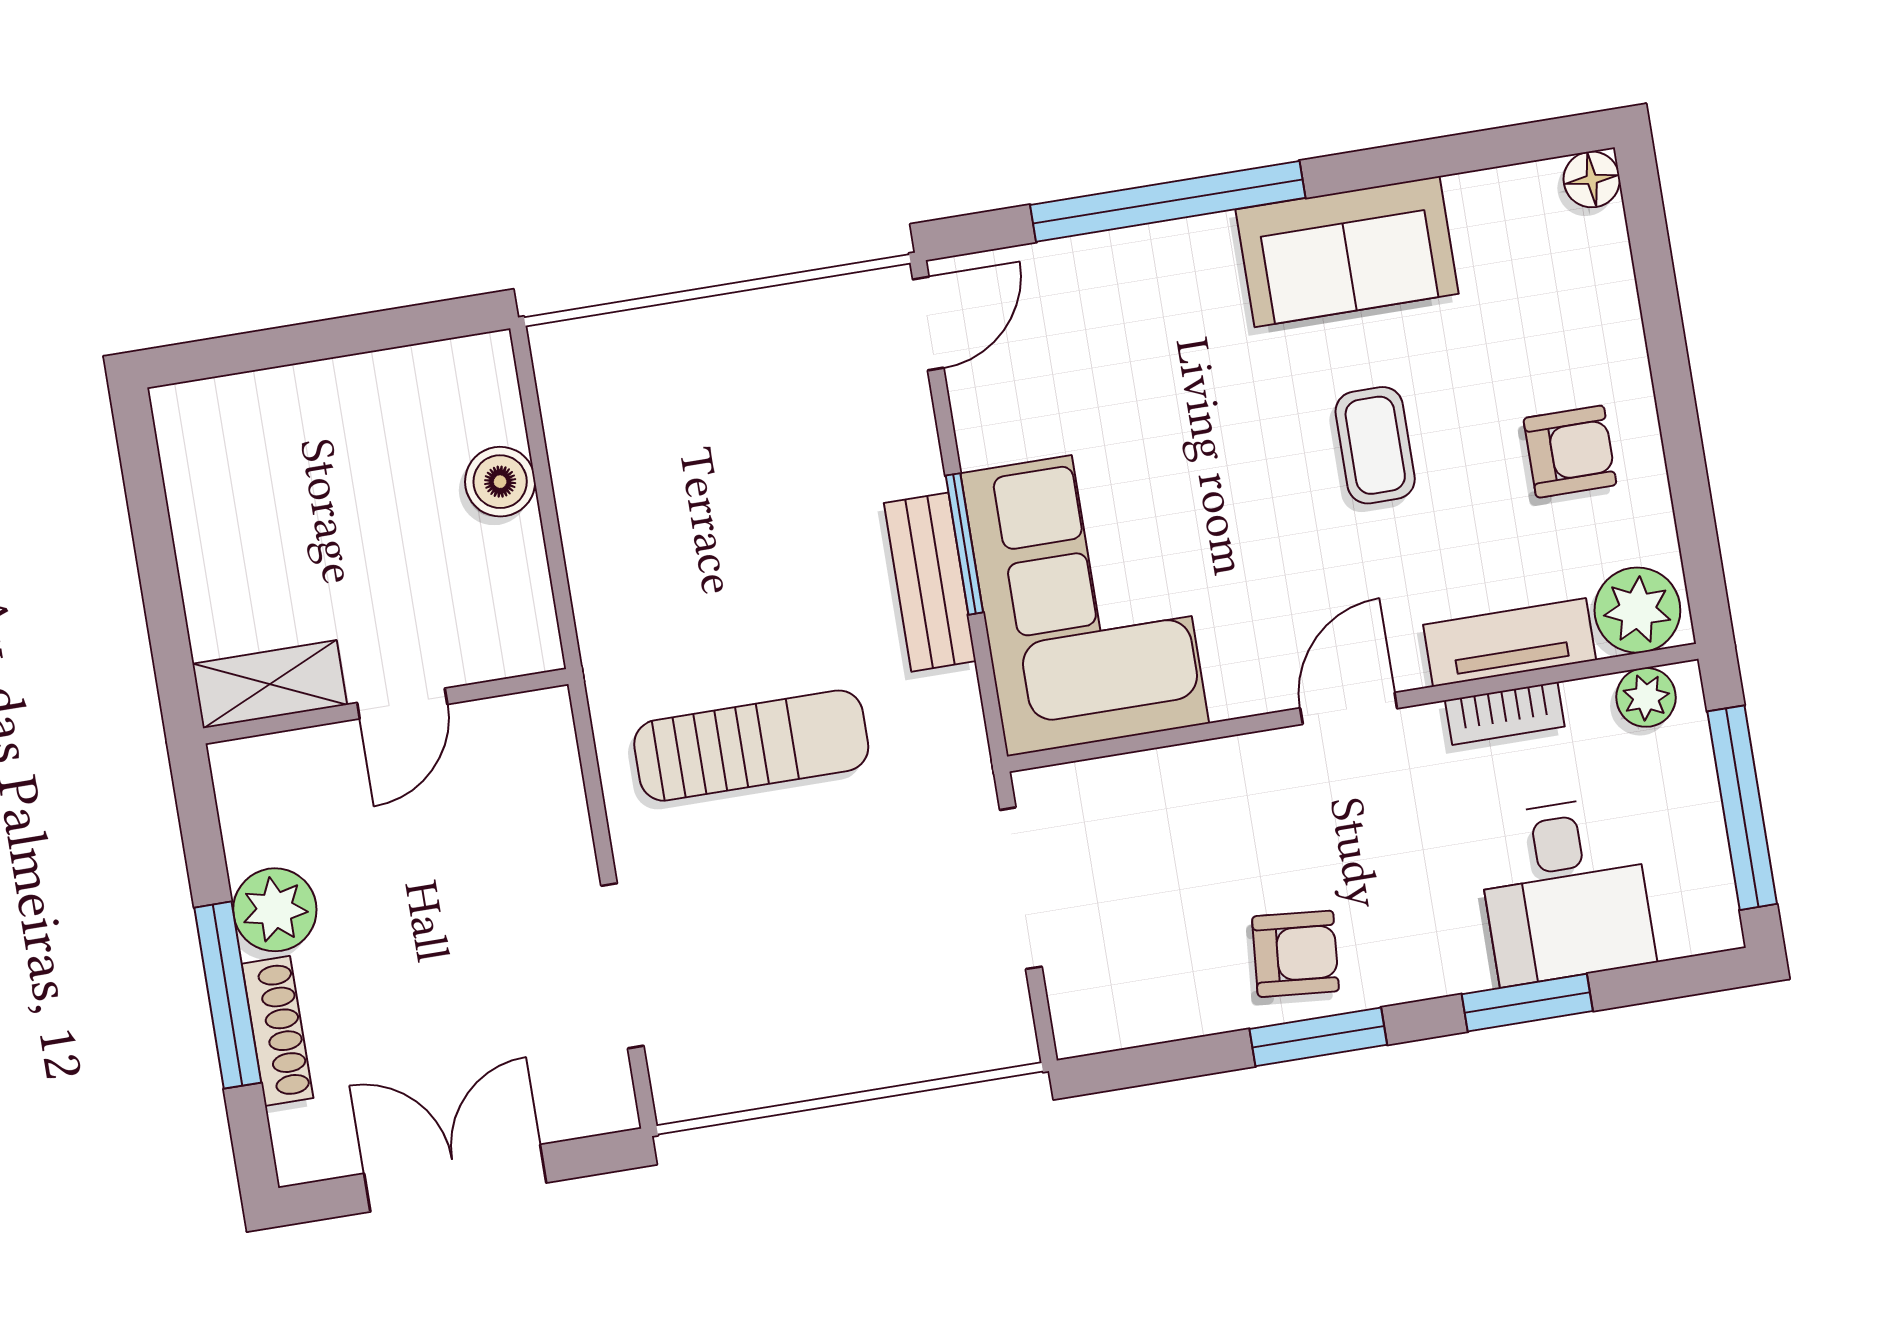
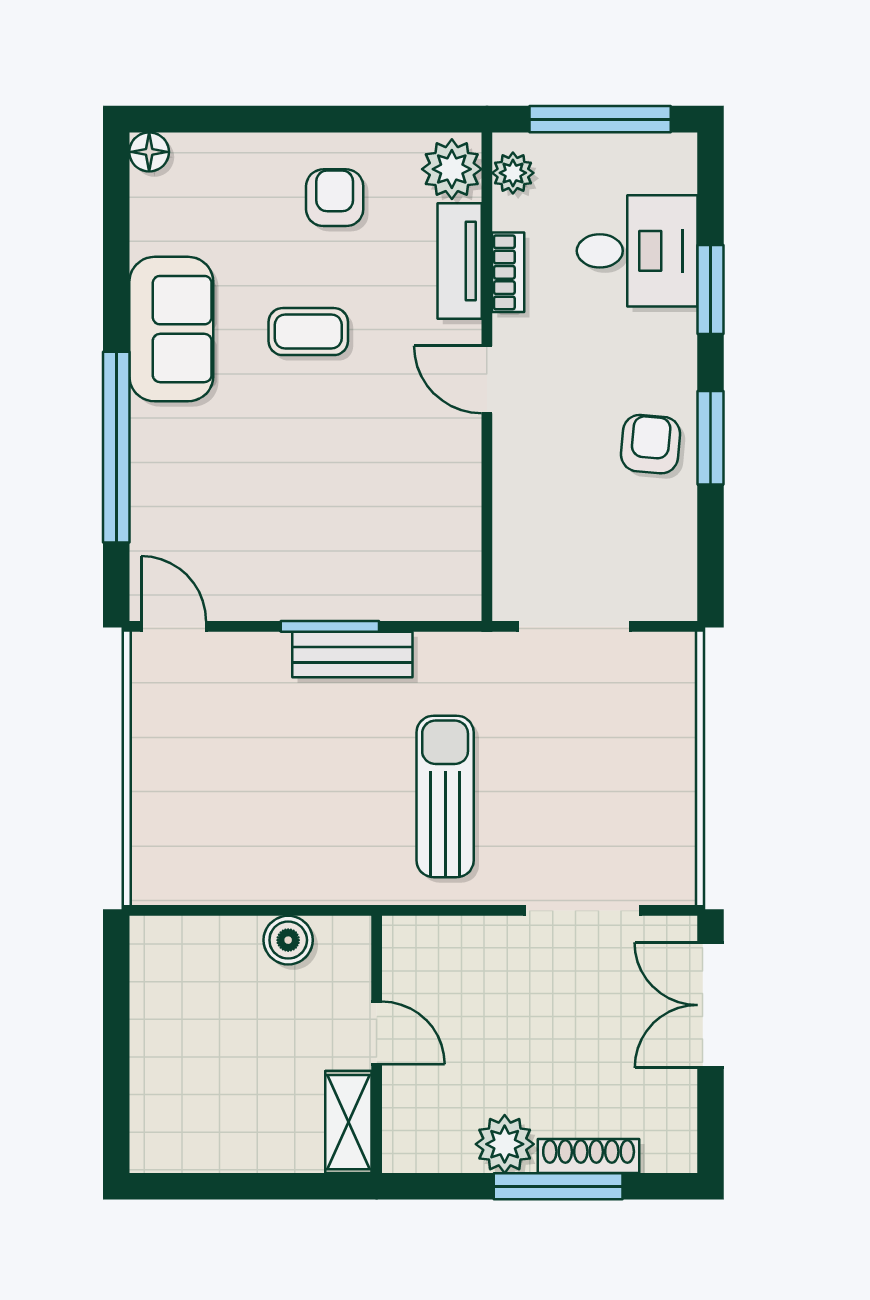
boiler: (500, 482) -> (288, 940), moved
corner sofa: (1085, 598) -> (381, 549), removed
double door: (455, 1178) -> (710, 1005), moved

